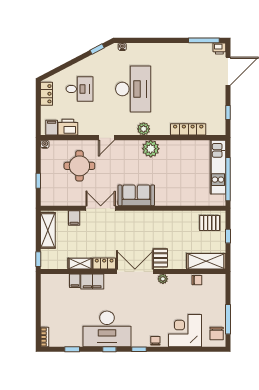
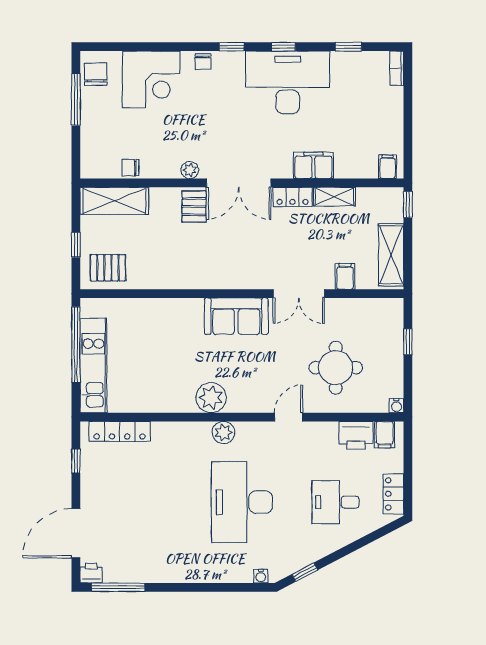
locker: (188, 129) -> (120, 431), moved
filing cabinet: (75, 281) -> (388, 167), moved

